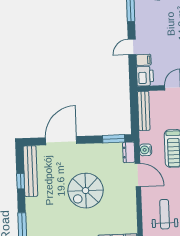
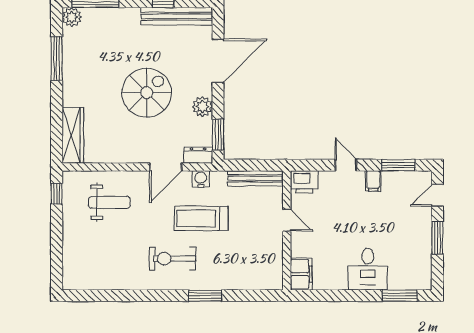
filing cabinet: (144, 60) -> (373, 181), moved
door: (61, 141) -> (218, 61), hinge flipped
plant: (94, 151) -> (202, 107), added
spiral stairs: (86, 191) -> (147, 93), turned 90

